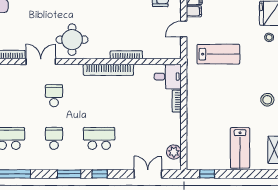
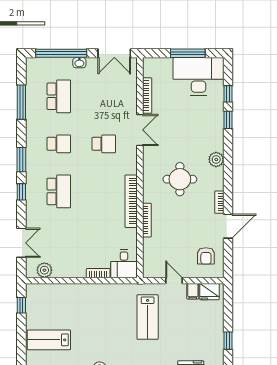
round table: (72, 40) -> (180, 179), moved

